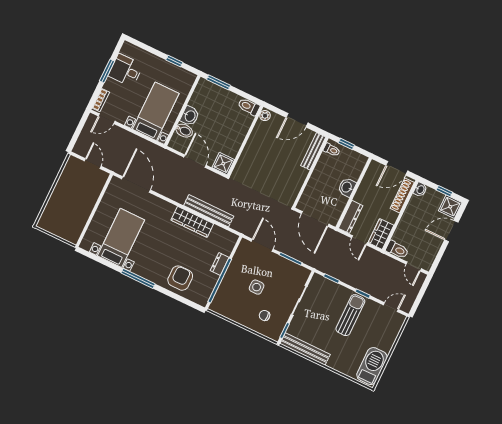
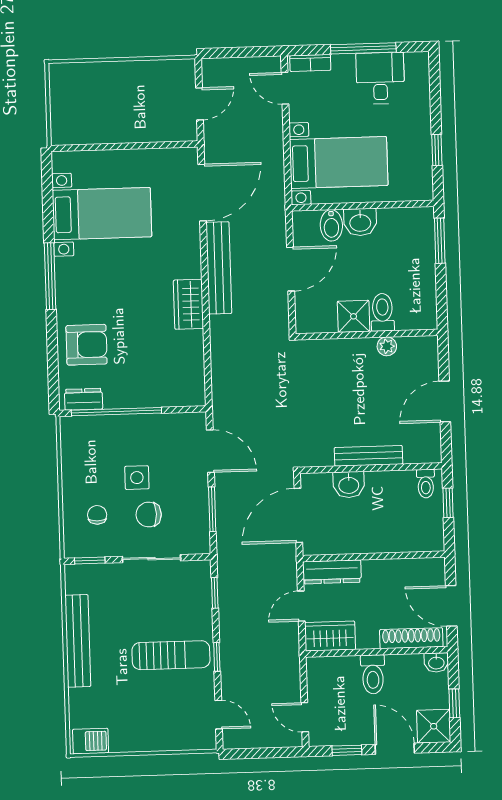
window: (107, 71) -> (363, 48), width x1.44
toilet: (249, 107) -> (382, 312), moved
plant: (265, 116) -> (387, 346), moved
door: (297, 120) -> (445, 402), hinge flipped
bench: (313, 151) -> (368, 456), moved
shower: (223, 164) -> (354, 316), moved
washbasin: (347, 187) -> (349, 485), moved, turned 180
bench: (209, 211) -> (219, 268), moved
wardrobe: (192, 222) -> (189, 304), width x0.67
door: (262, 245) -> (210, 451), hinge flipped
toilet: (397, 250) -> (373, 674), moved
window: (440, 254) -> (347, 750), added
dresser: (220, 264) -> (84, 399), moved
door: (414, 266) -> (305, 717), hinge flipped
chair: (277, 291) -> (149, 514), added
bench: (305, 349) -> (78, 641), moved
barbecue: (372, 366) -> (91, 741), width x0.53, depth x0.65

